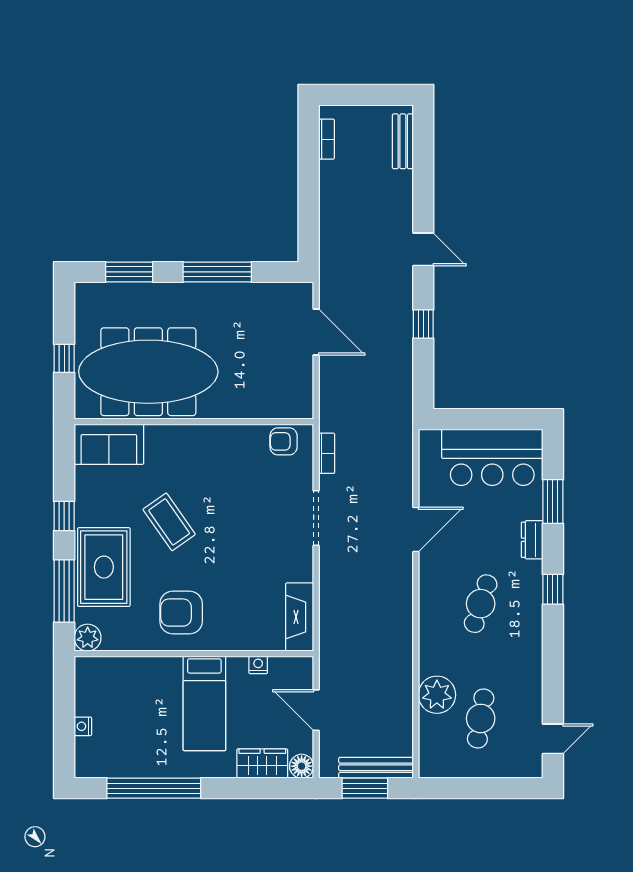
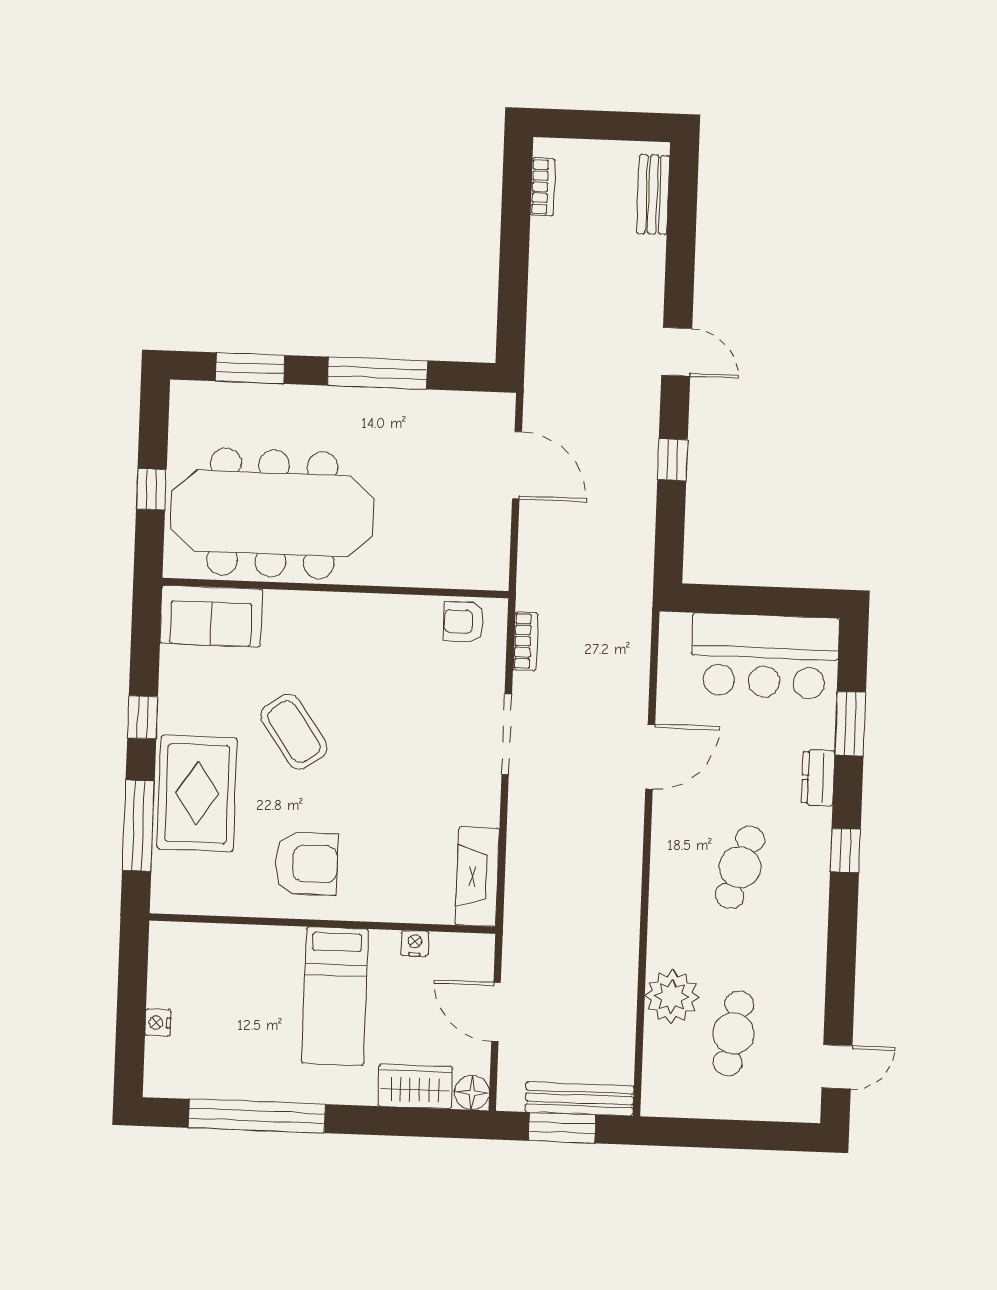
armchair: (181, 613) -> (306, 863), turned 180
plant: (88, 638) -> (170, 895), removed

